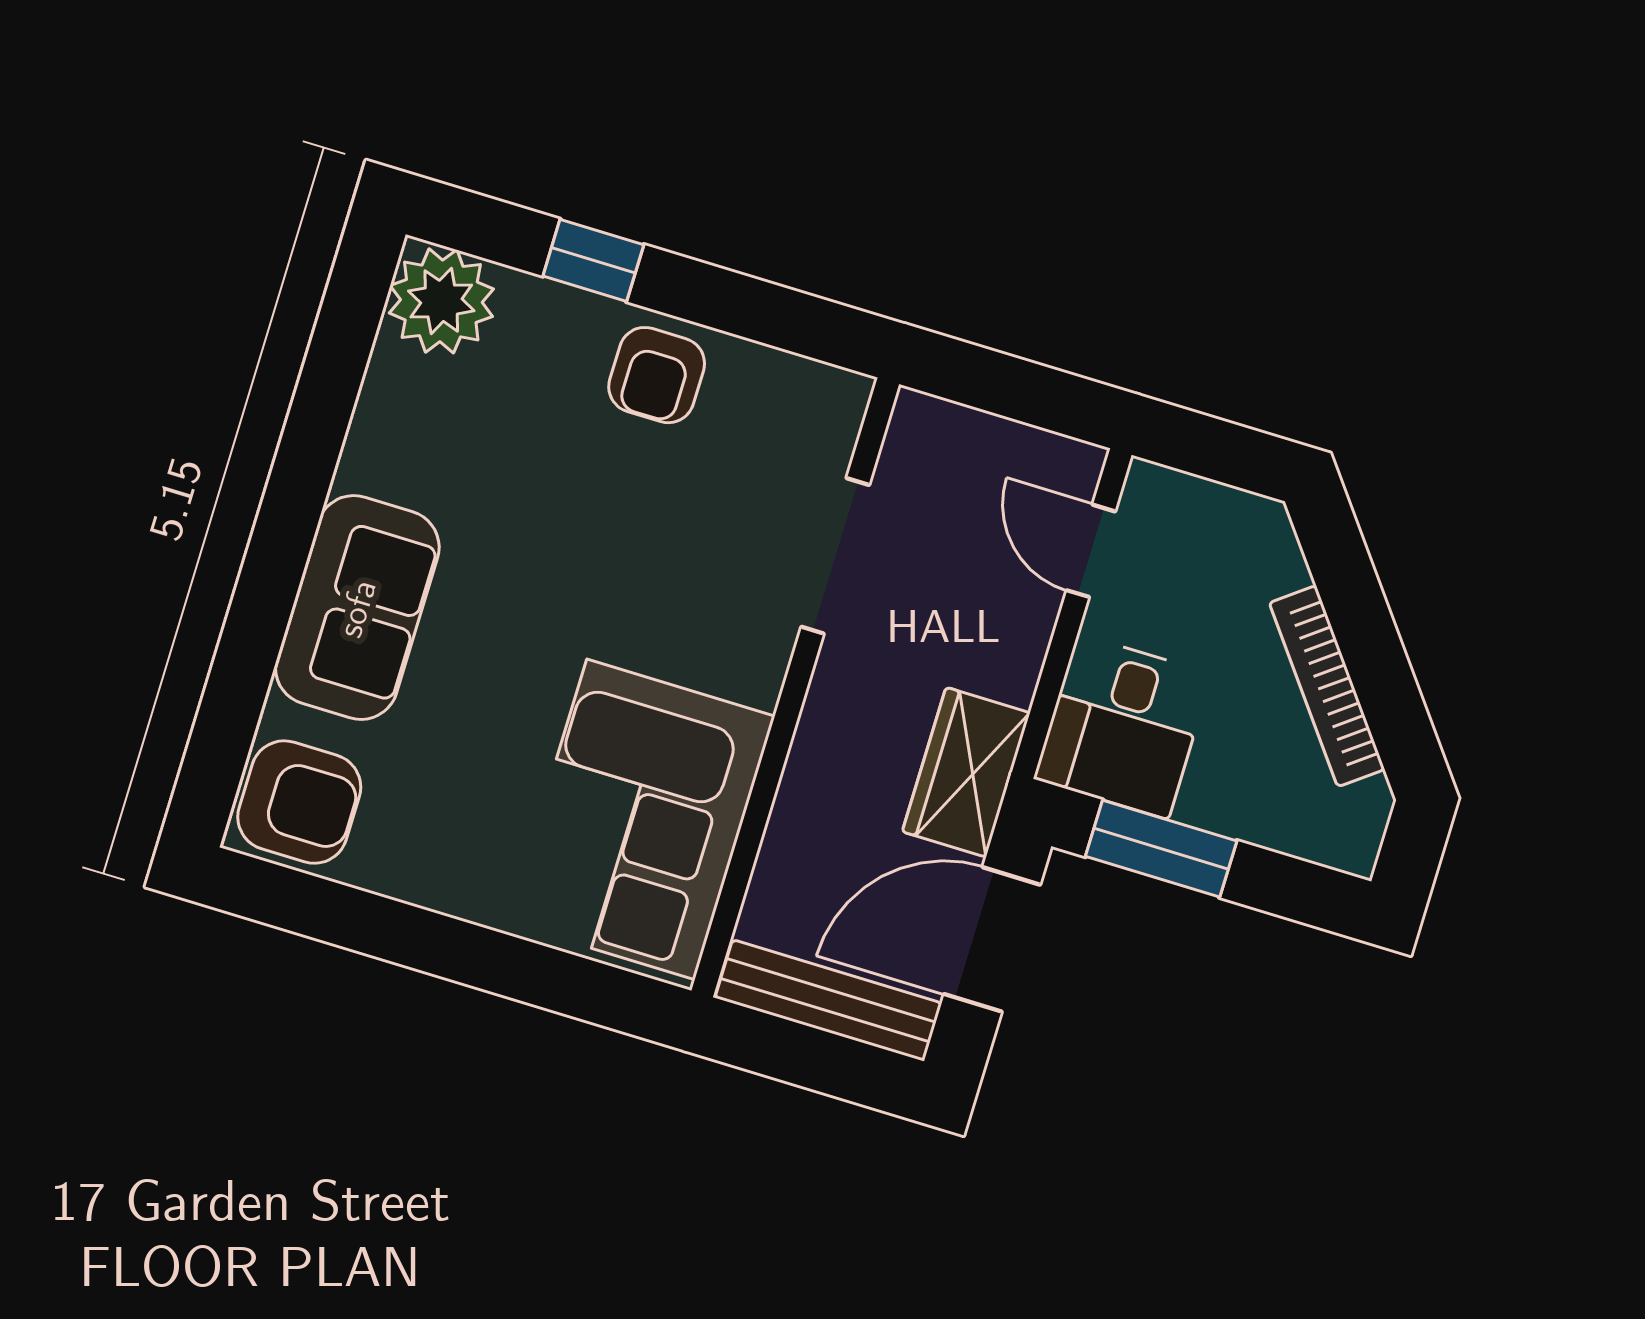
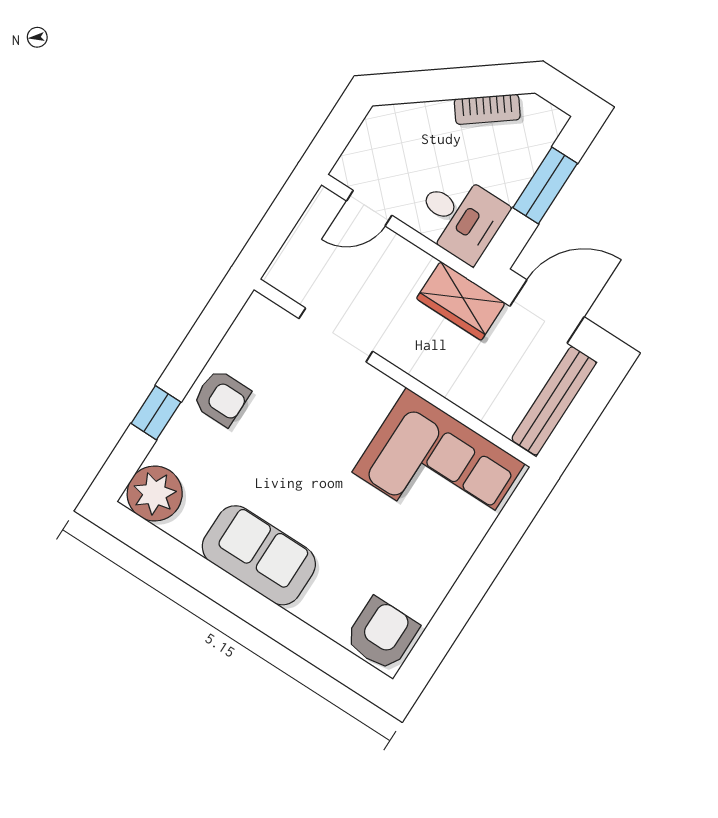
sofa: (357, 608) -> (259, 555), moved
bookcase: (1327, 686) -> (487, 109), width x0.64
window: (1161, 849) -> (545, 186), moved
door: (992, 939) -> (547, 311), swing flipped

